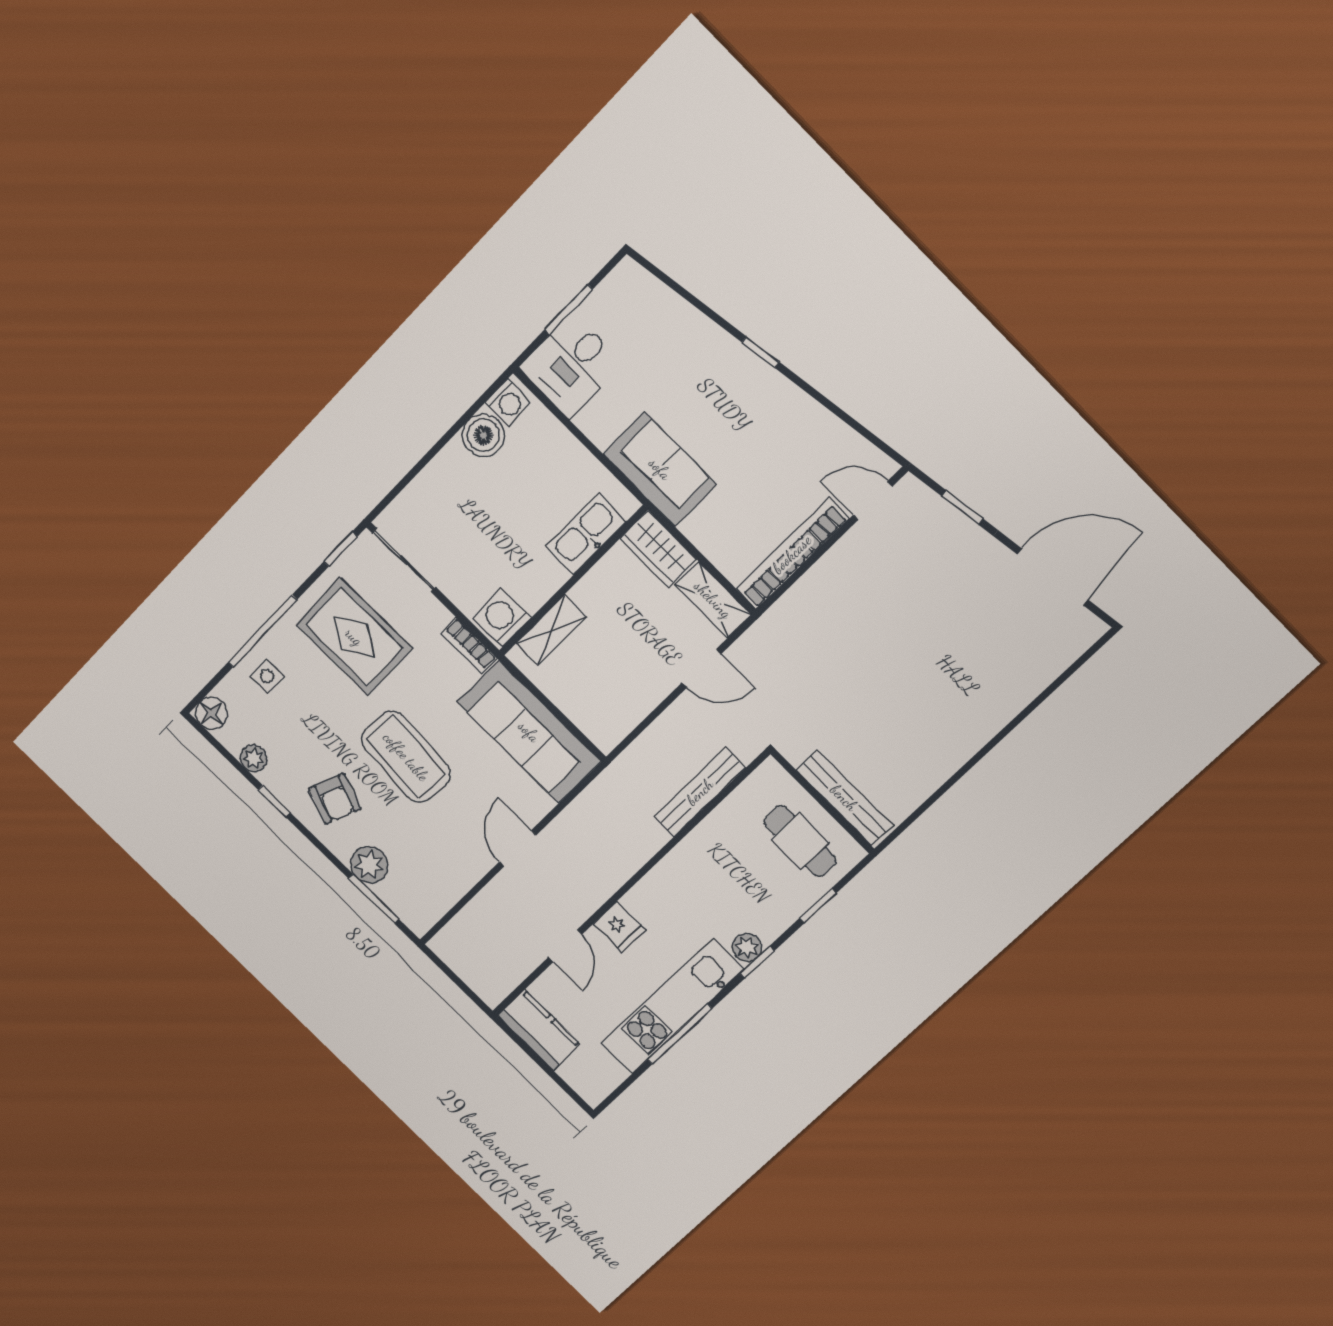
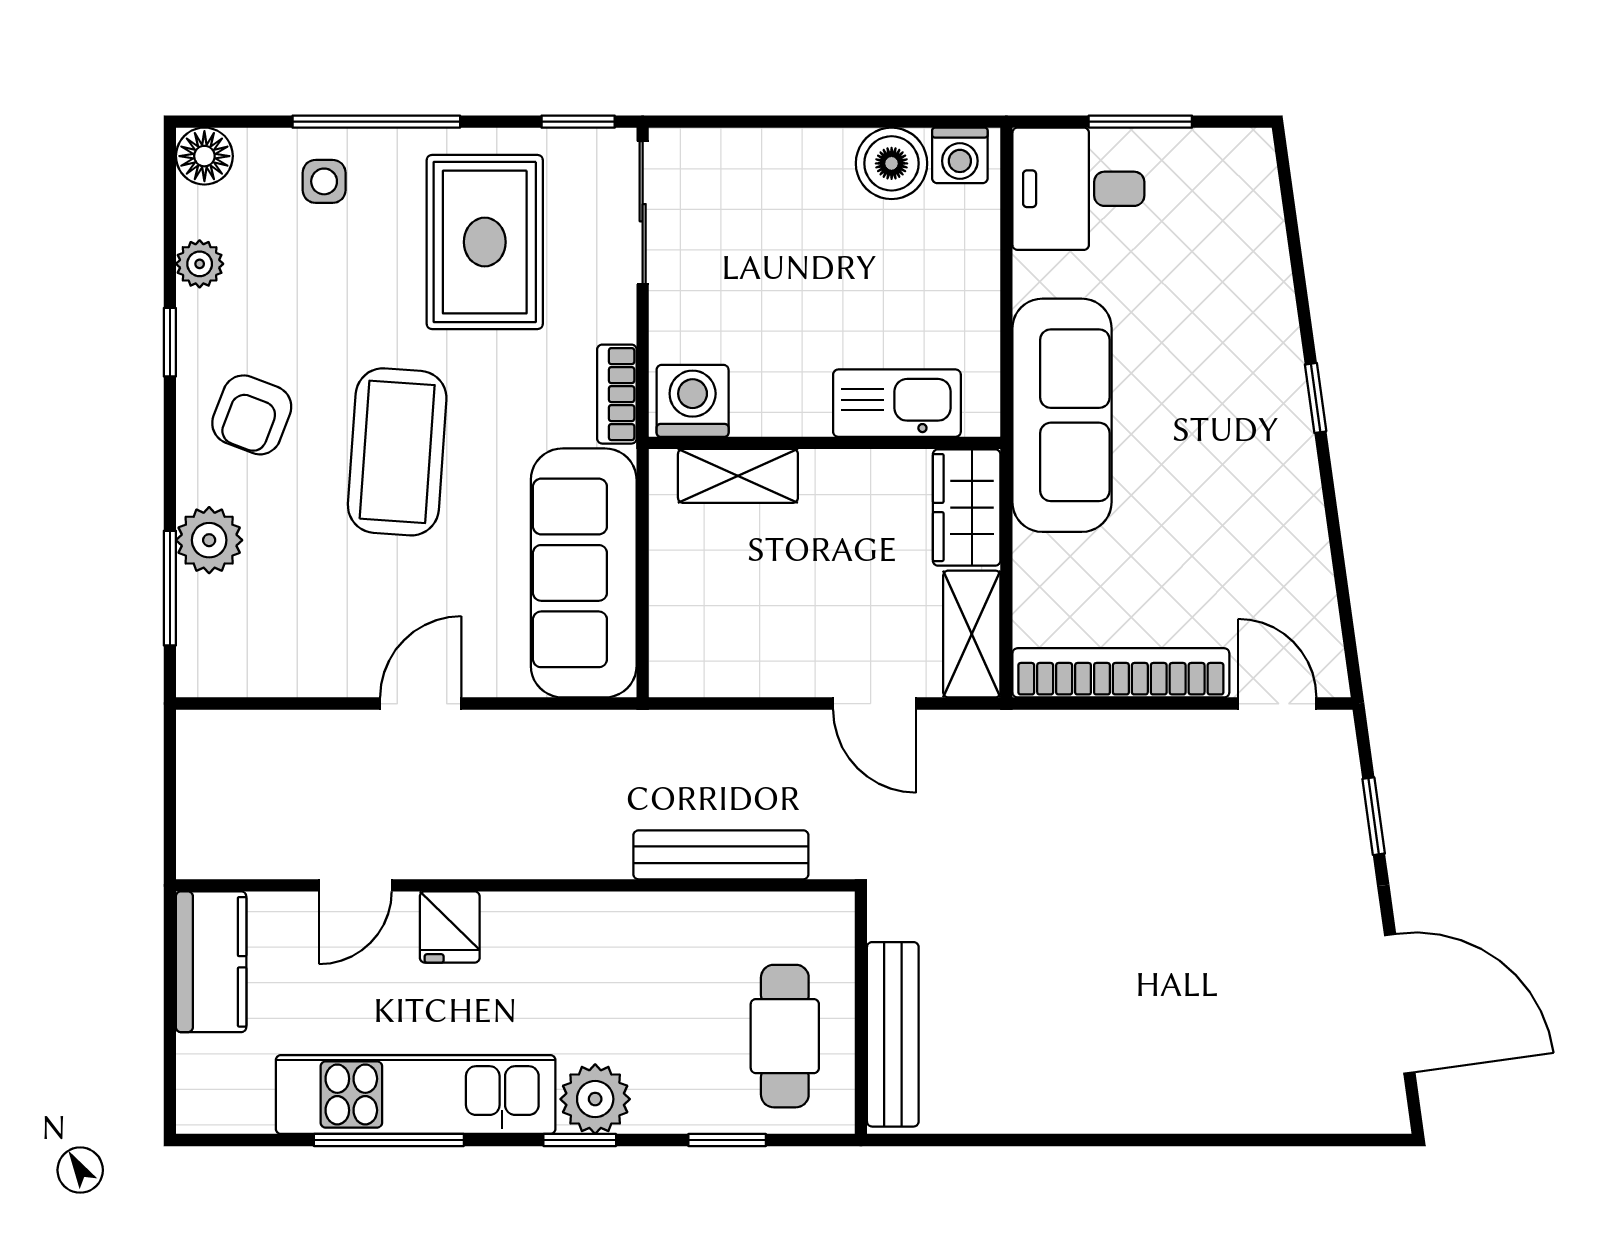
sofa: (660, 469) -> (1062, 415), width x1.36
plant: (747, 947) -> (595, 1099), width x1.38, depth x1.38

